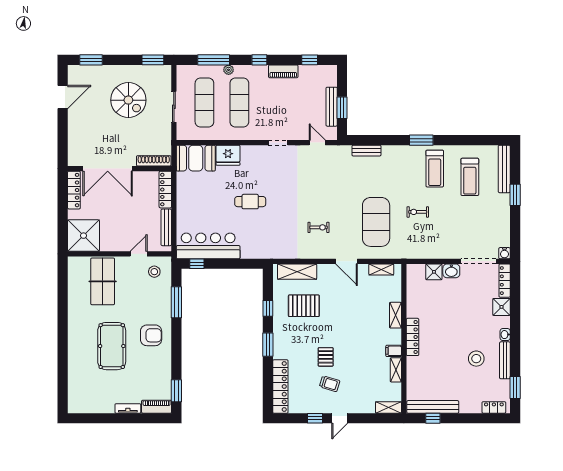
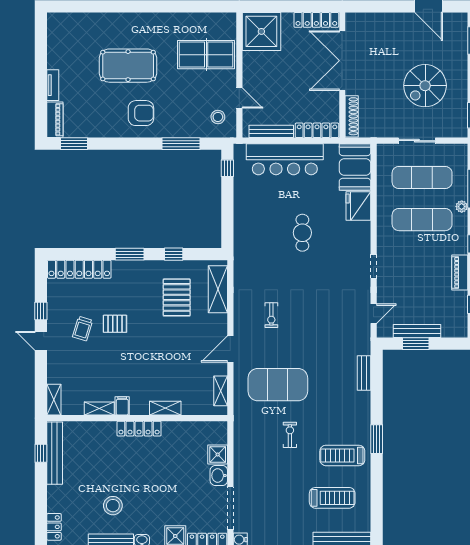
treadmill: (470, 177) -> (332, 498), turned 180
bar counter: (208, 246) -> (285, 159), moved, turned 90
armchair: (151, 335) -> (141, 113), turned -90

